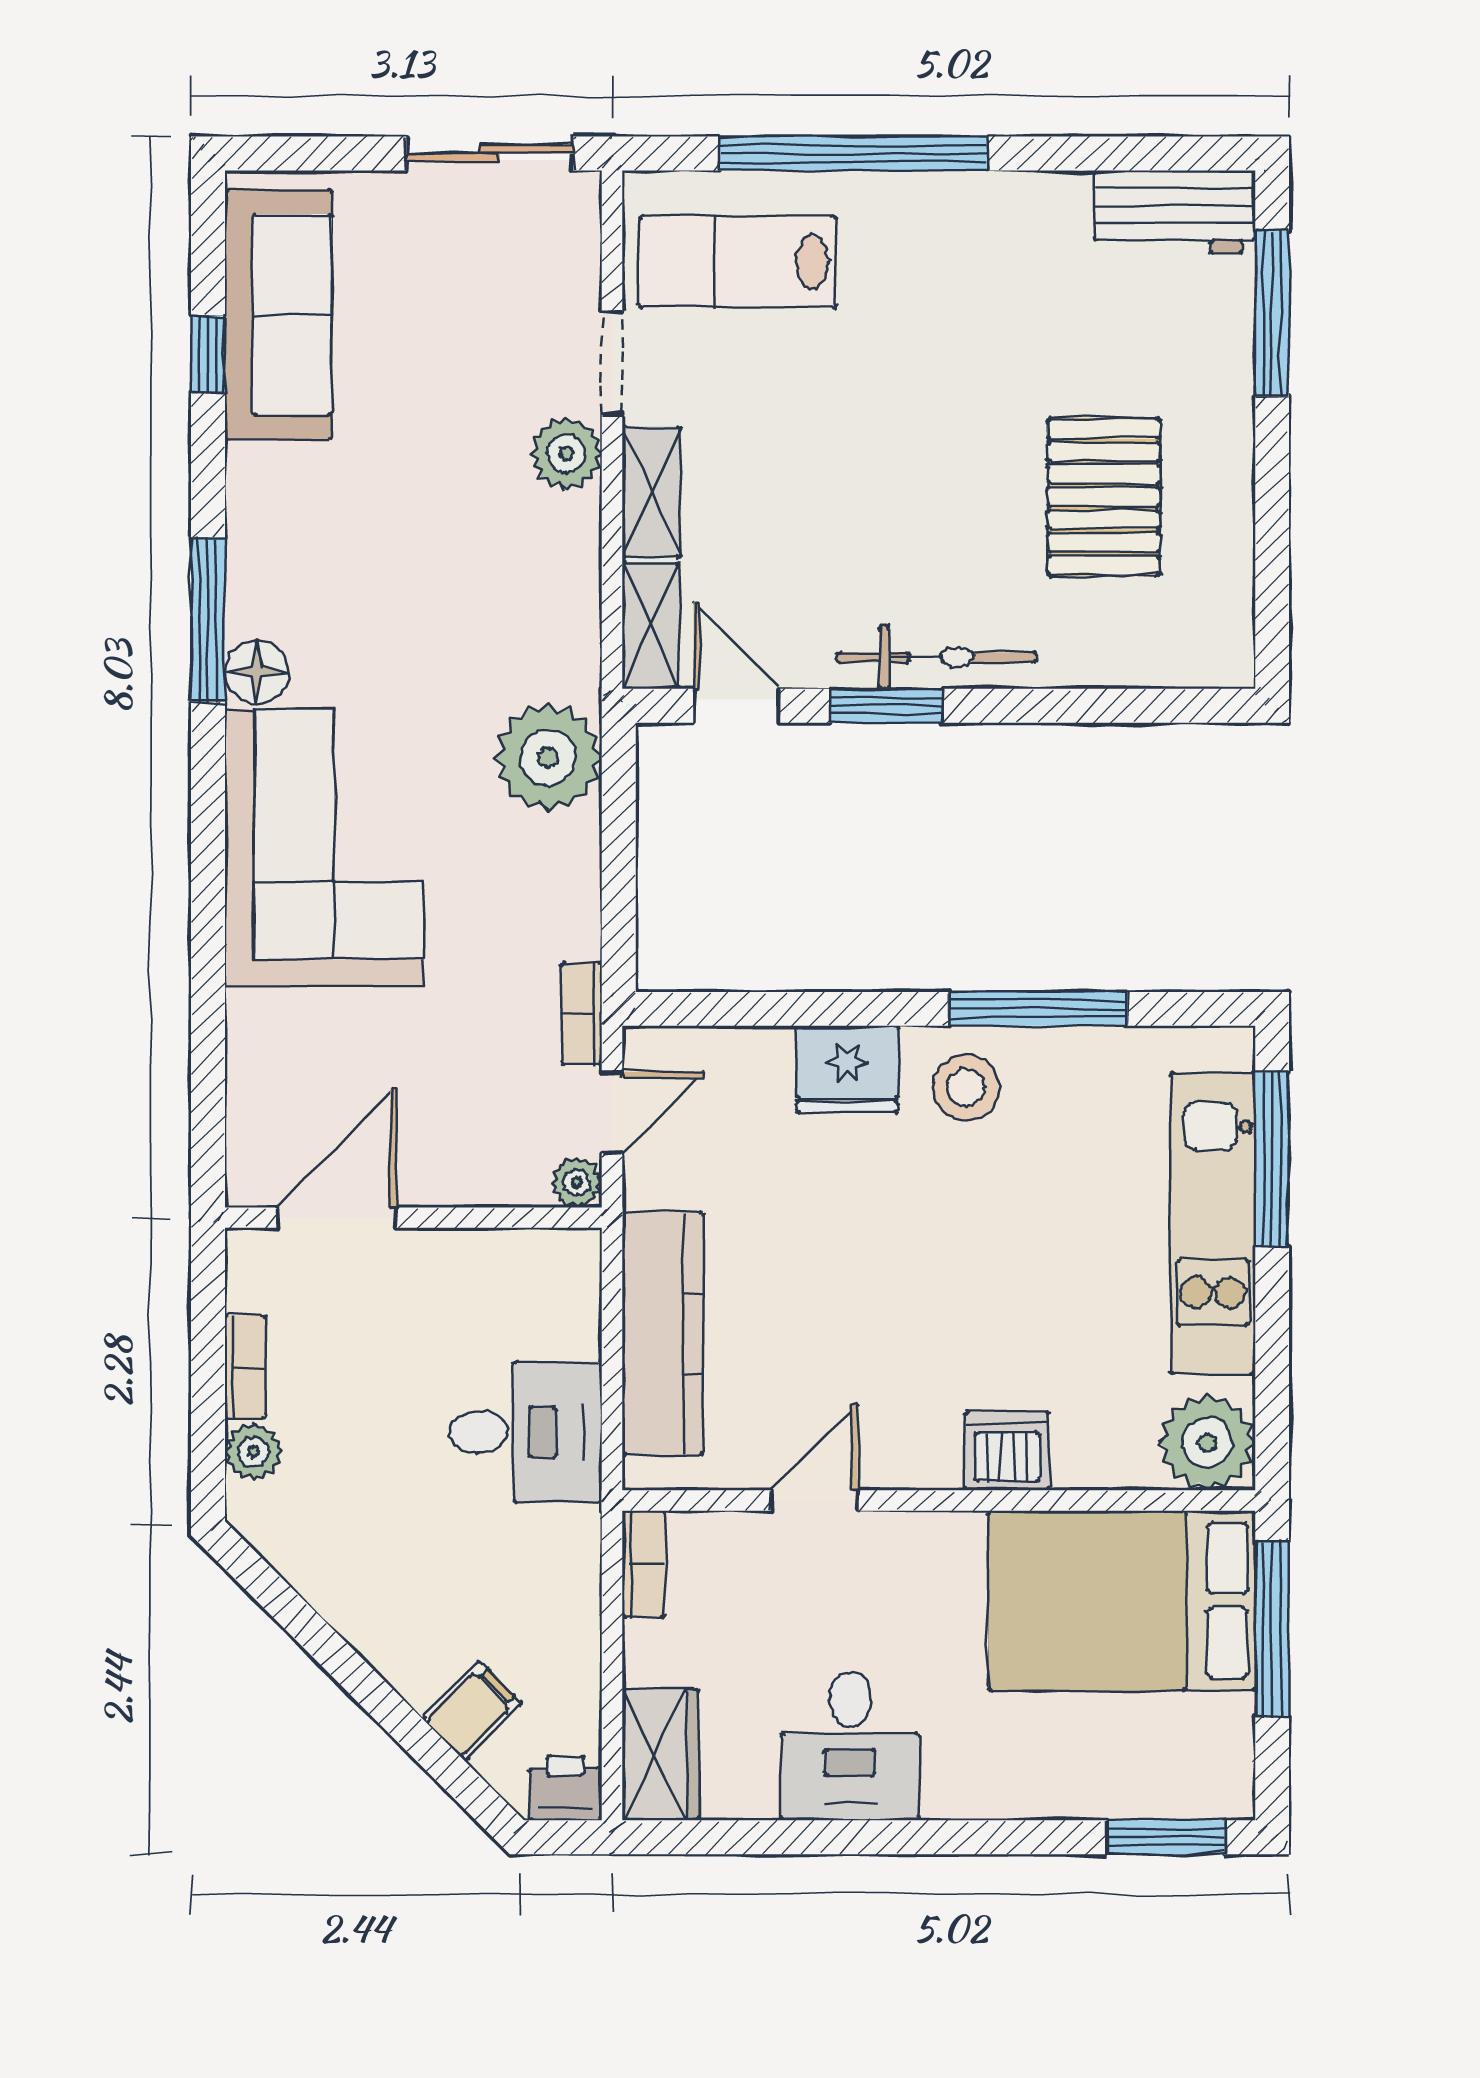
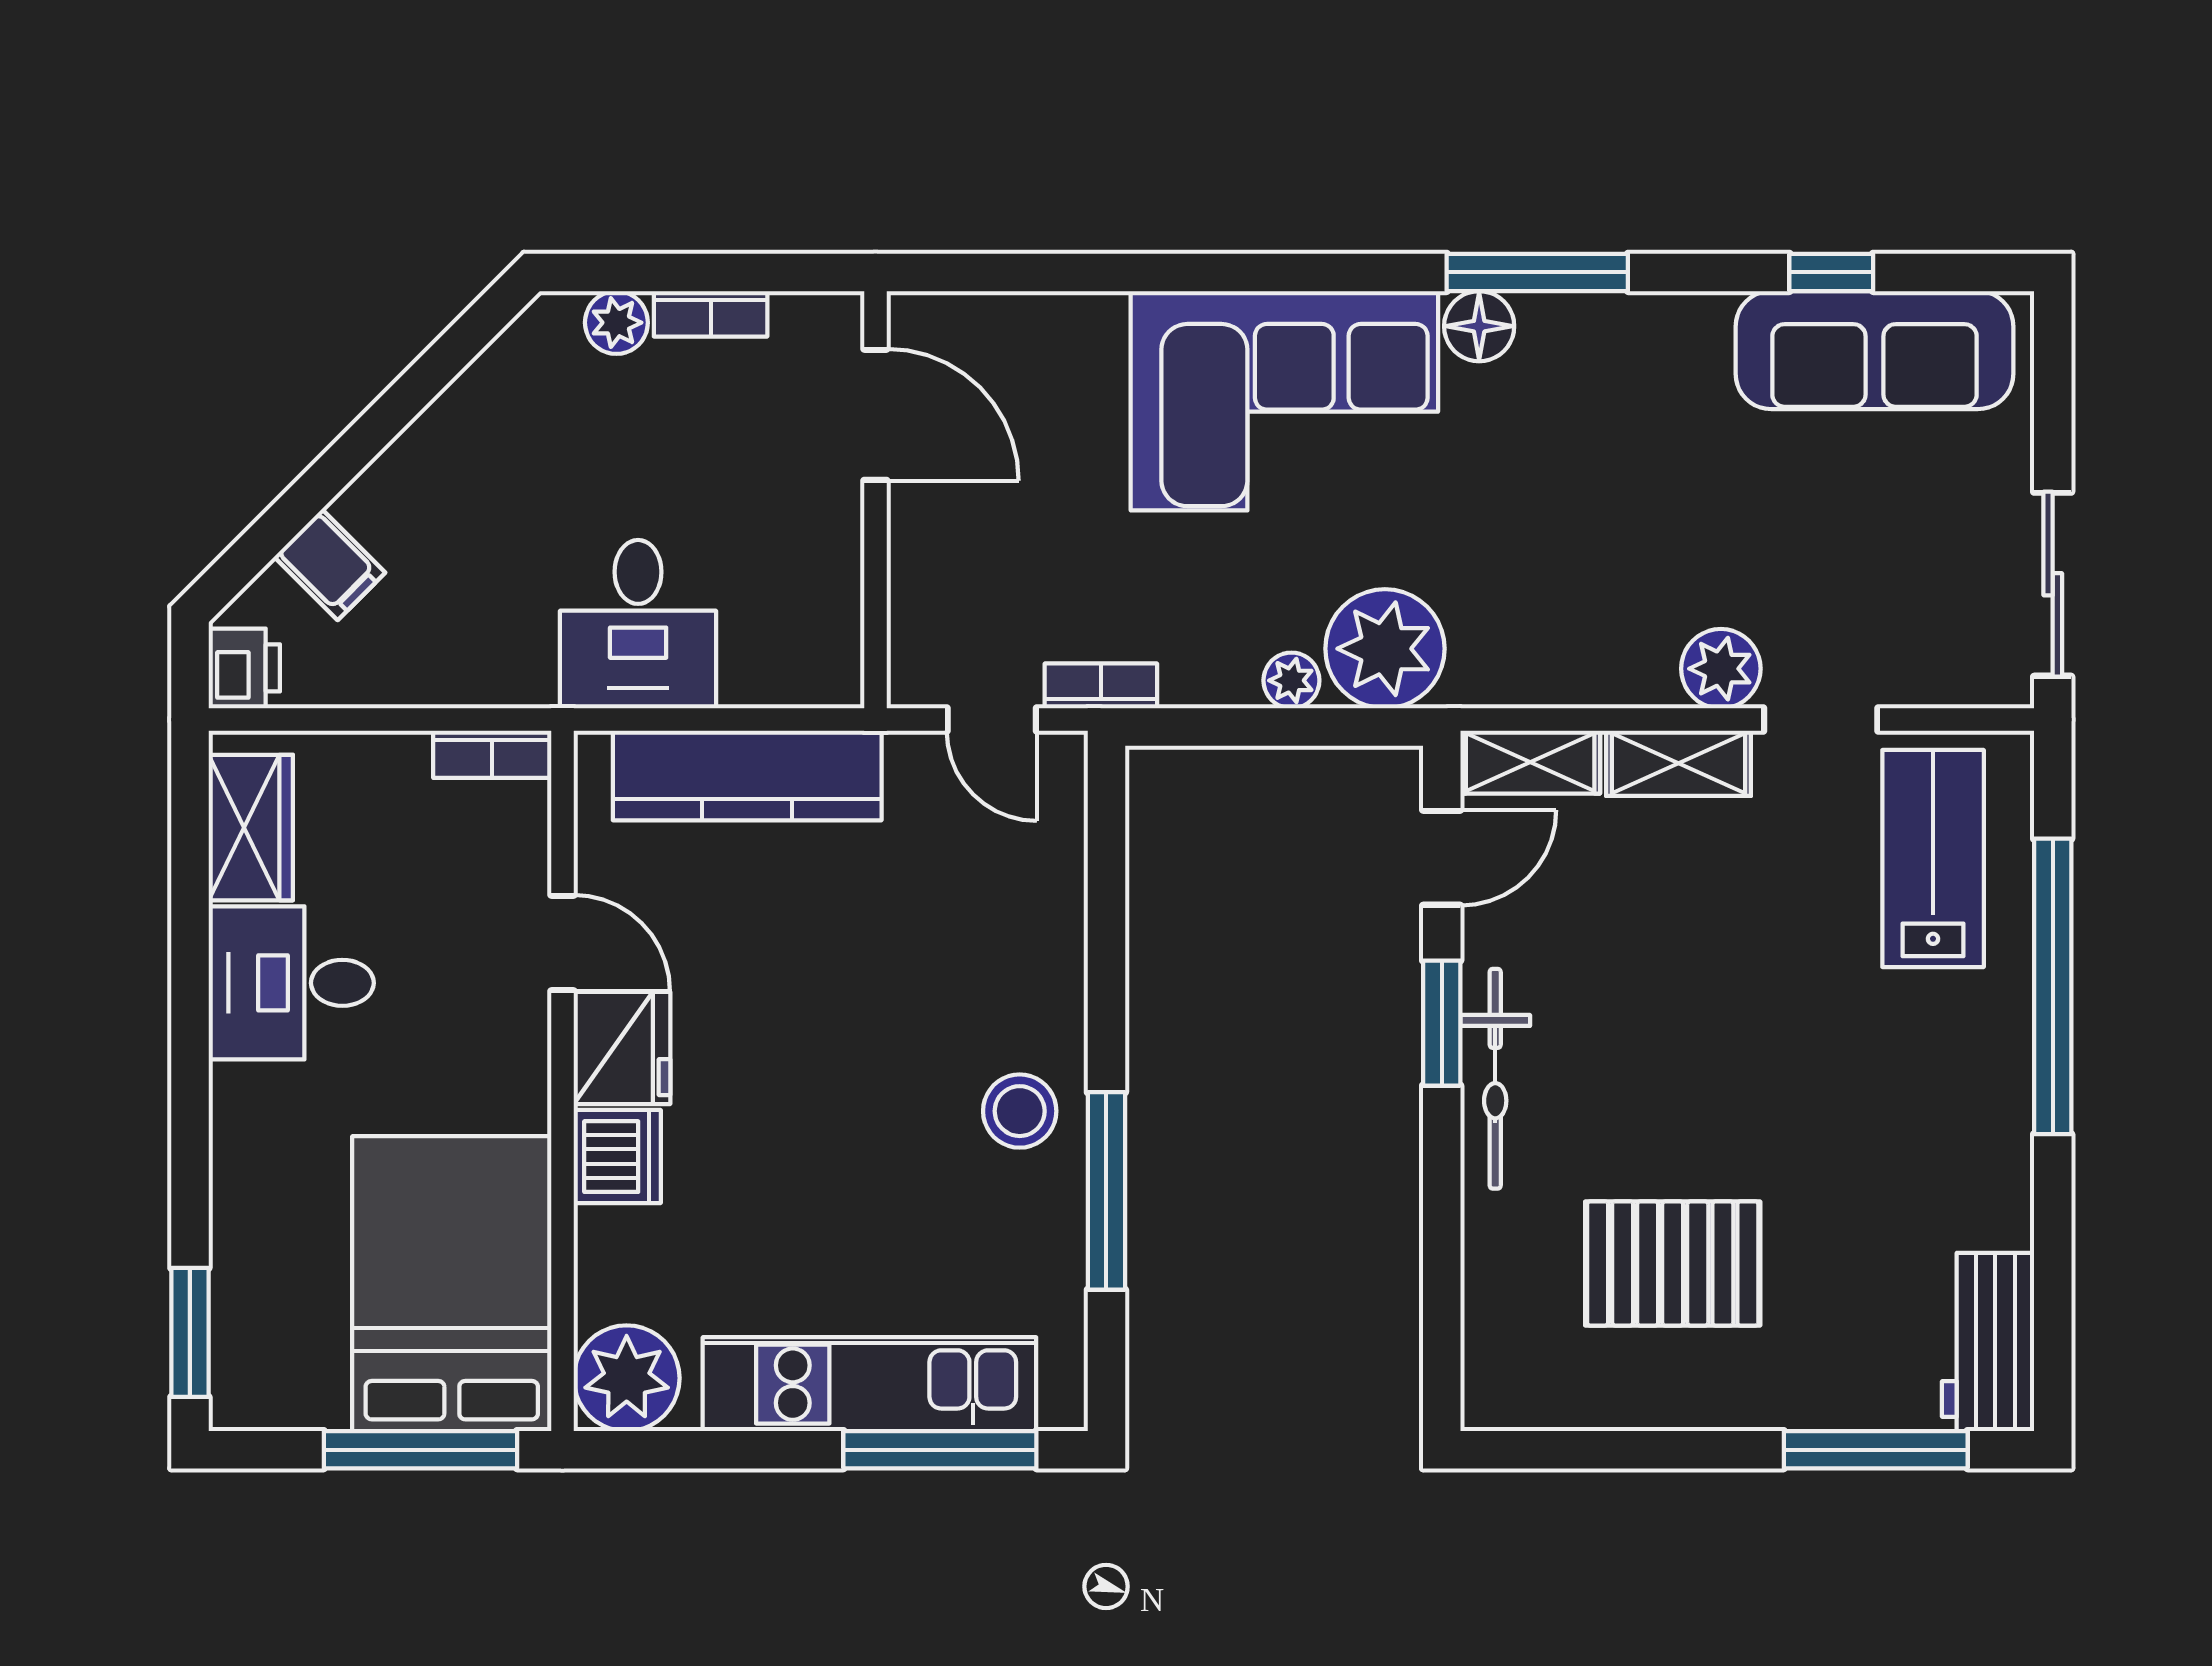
fridge: (847, 1069) -> (622, 1048), moved, turned 180
plant: (577, 1182) -> (1291, 680), moved
wardrobe: (660, 1755) -> (251, 828), moved, turned -90

